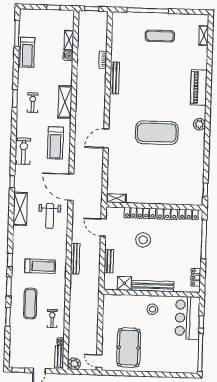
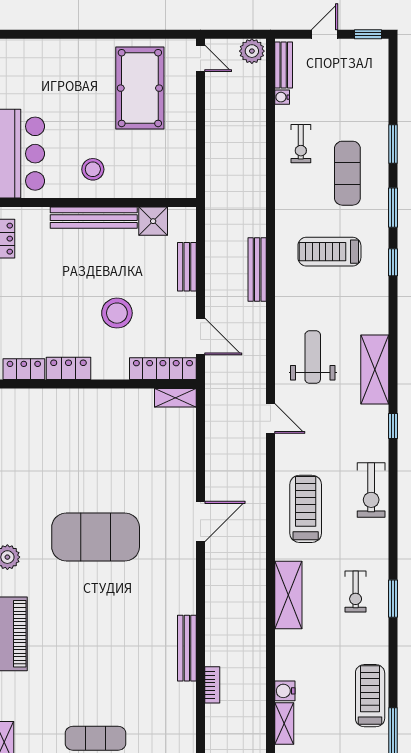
door: (71, 187) -> (270, 418), width x0.53
locker: (140, 213) -> (163, 369), moved

